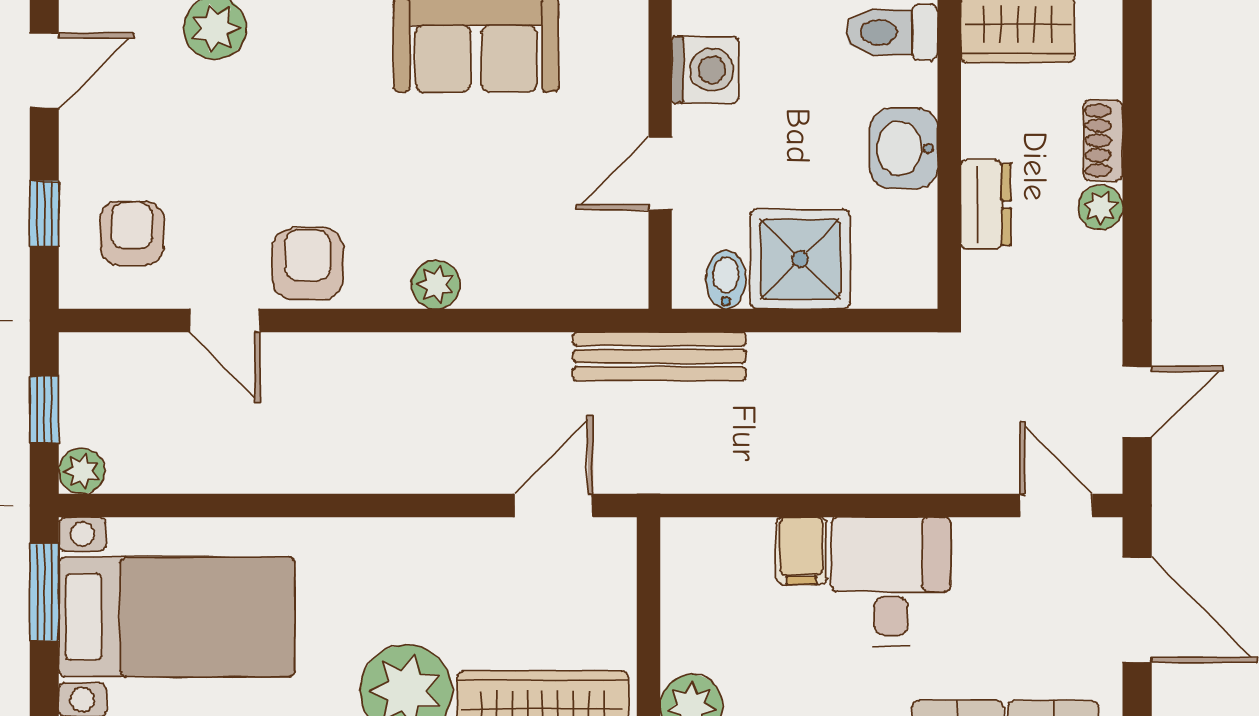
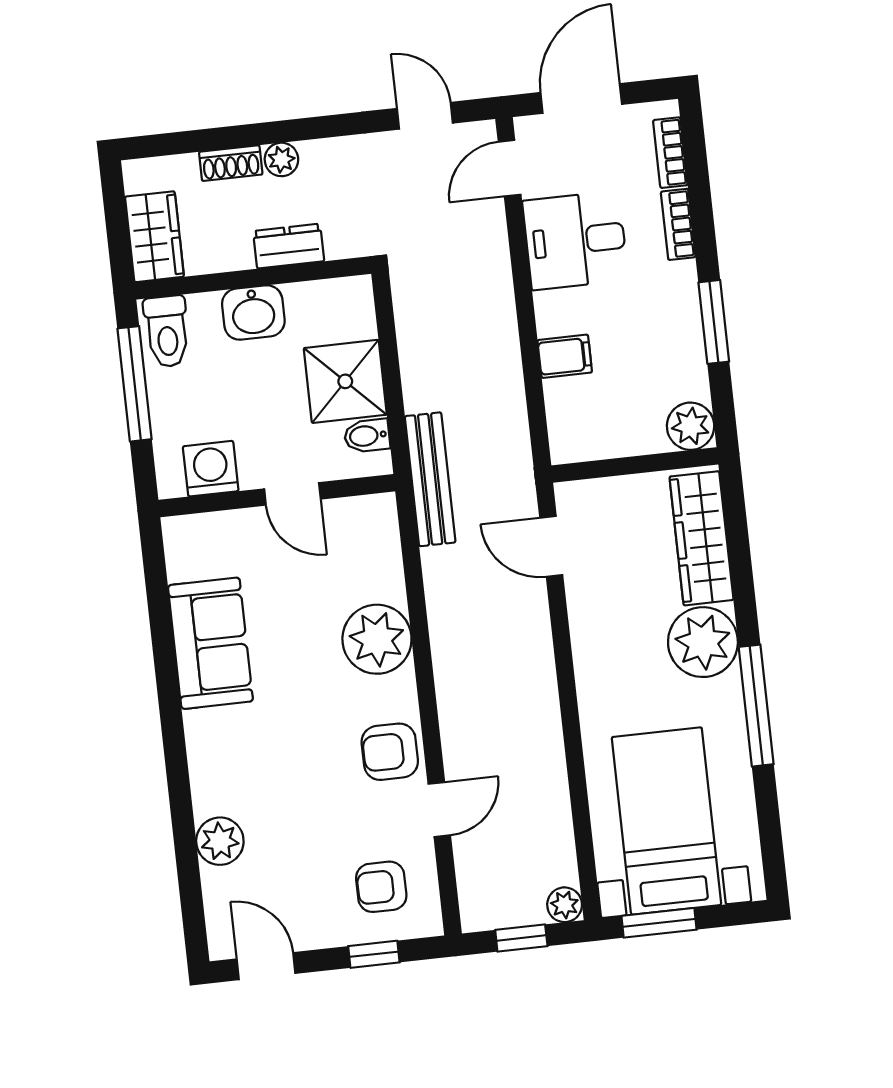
plant: (436, 285) -> (377, 639), width x1.87, depth x1.87
desk: (891, 581) -> (575, 240), moved

